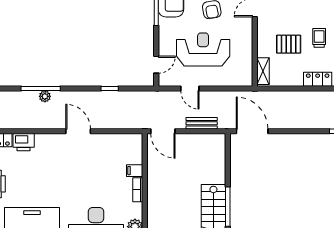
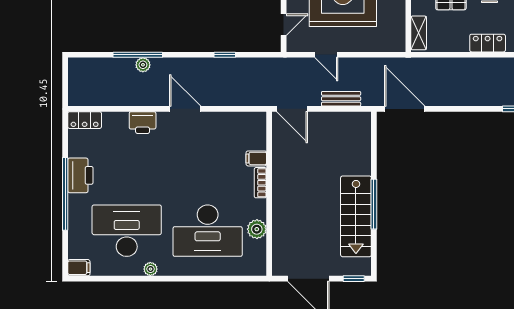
printer: (24, 142) -> (143, 123), moved

